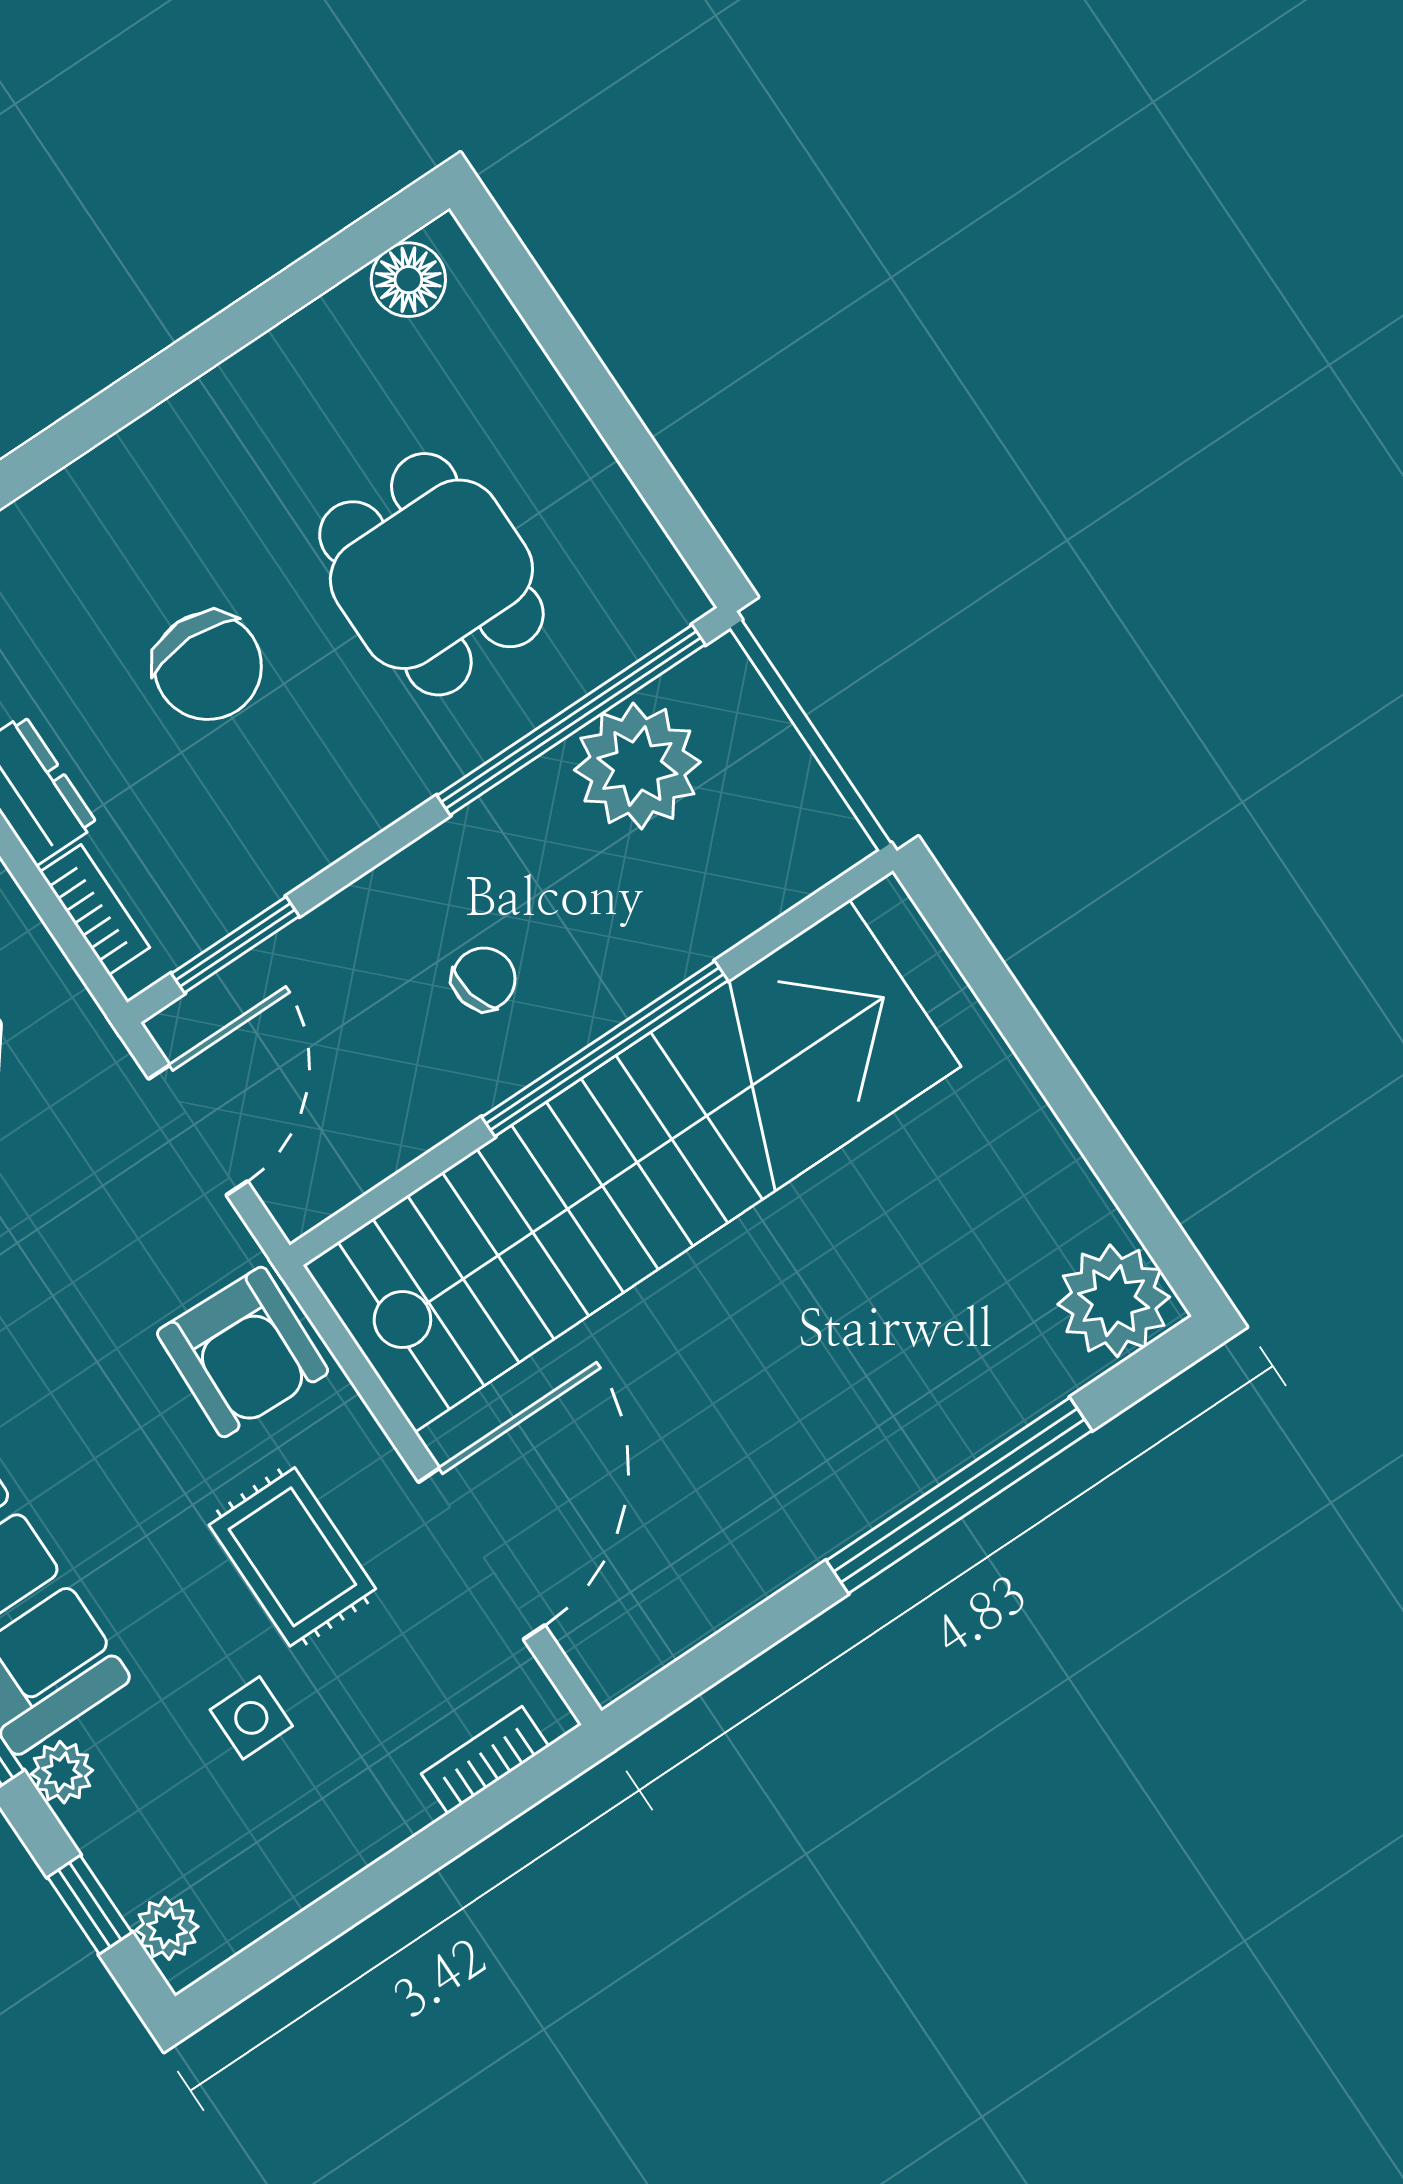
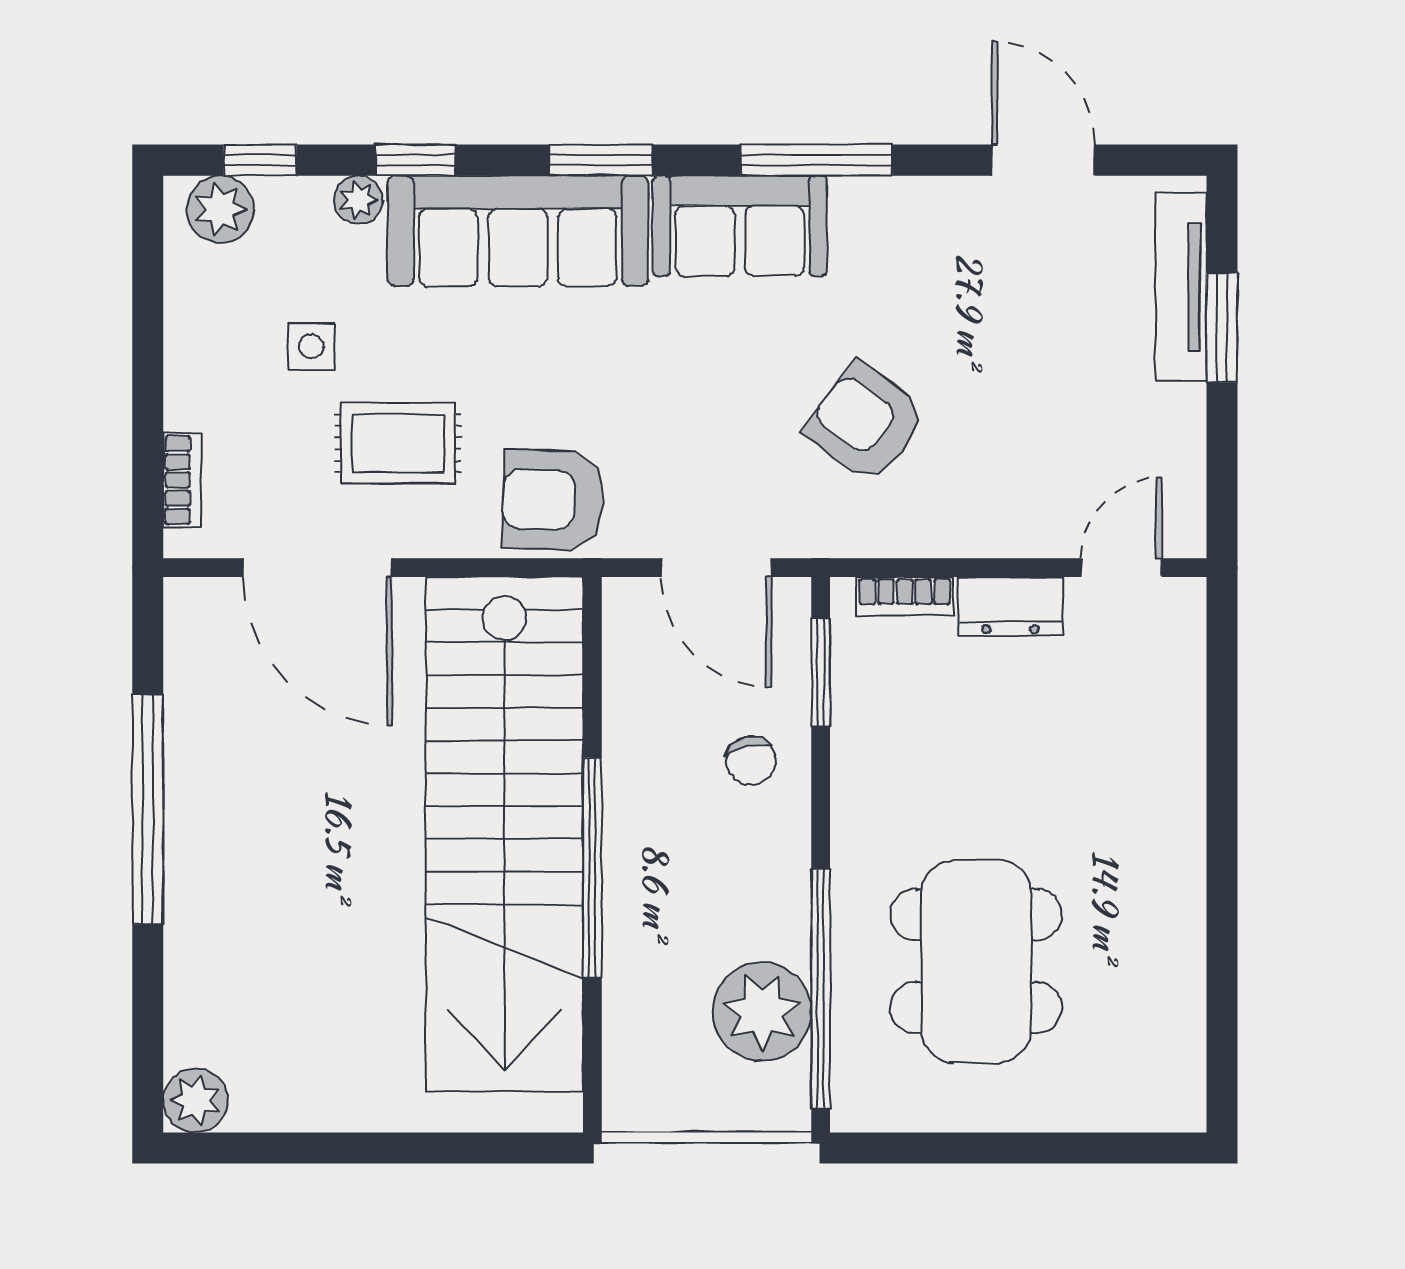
floor lamp: (408, 280) -> (1178, 1074), removed
dining table: (431, 574) -> (976, 961), width x1.38
chair: (208, 666) -> (1014, 776), removed
chair: (484, 979) -> (751, 761), moved
plant: (1114, 1301) -> (195, 1100), width x0.73, depth x0.73
window: (959, 1496) -> (148, 809), moved
plant: (167, 1928) -> (220, 209), width x1.38, depth x1.38

